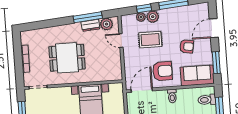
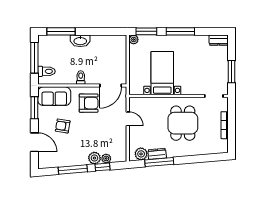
door: (214, 28) -> (34, 142), hinge flipped
door: (121, 40) -> (128, 119), moved
rug: (150, 40) -> (98, 135), removed
dining table: (67, 58) -> (183, 123), turned 90
armchair: (162, 71) -> (89, 103), turned 180

